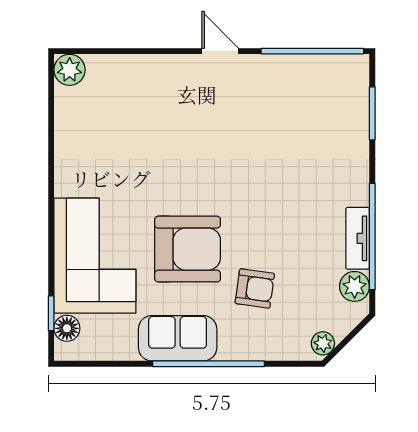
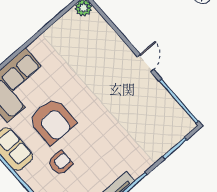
armchair: (255, 288) -> (60, 163), turned -98

